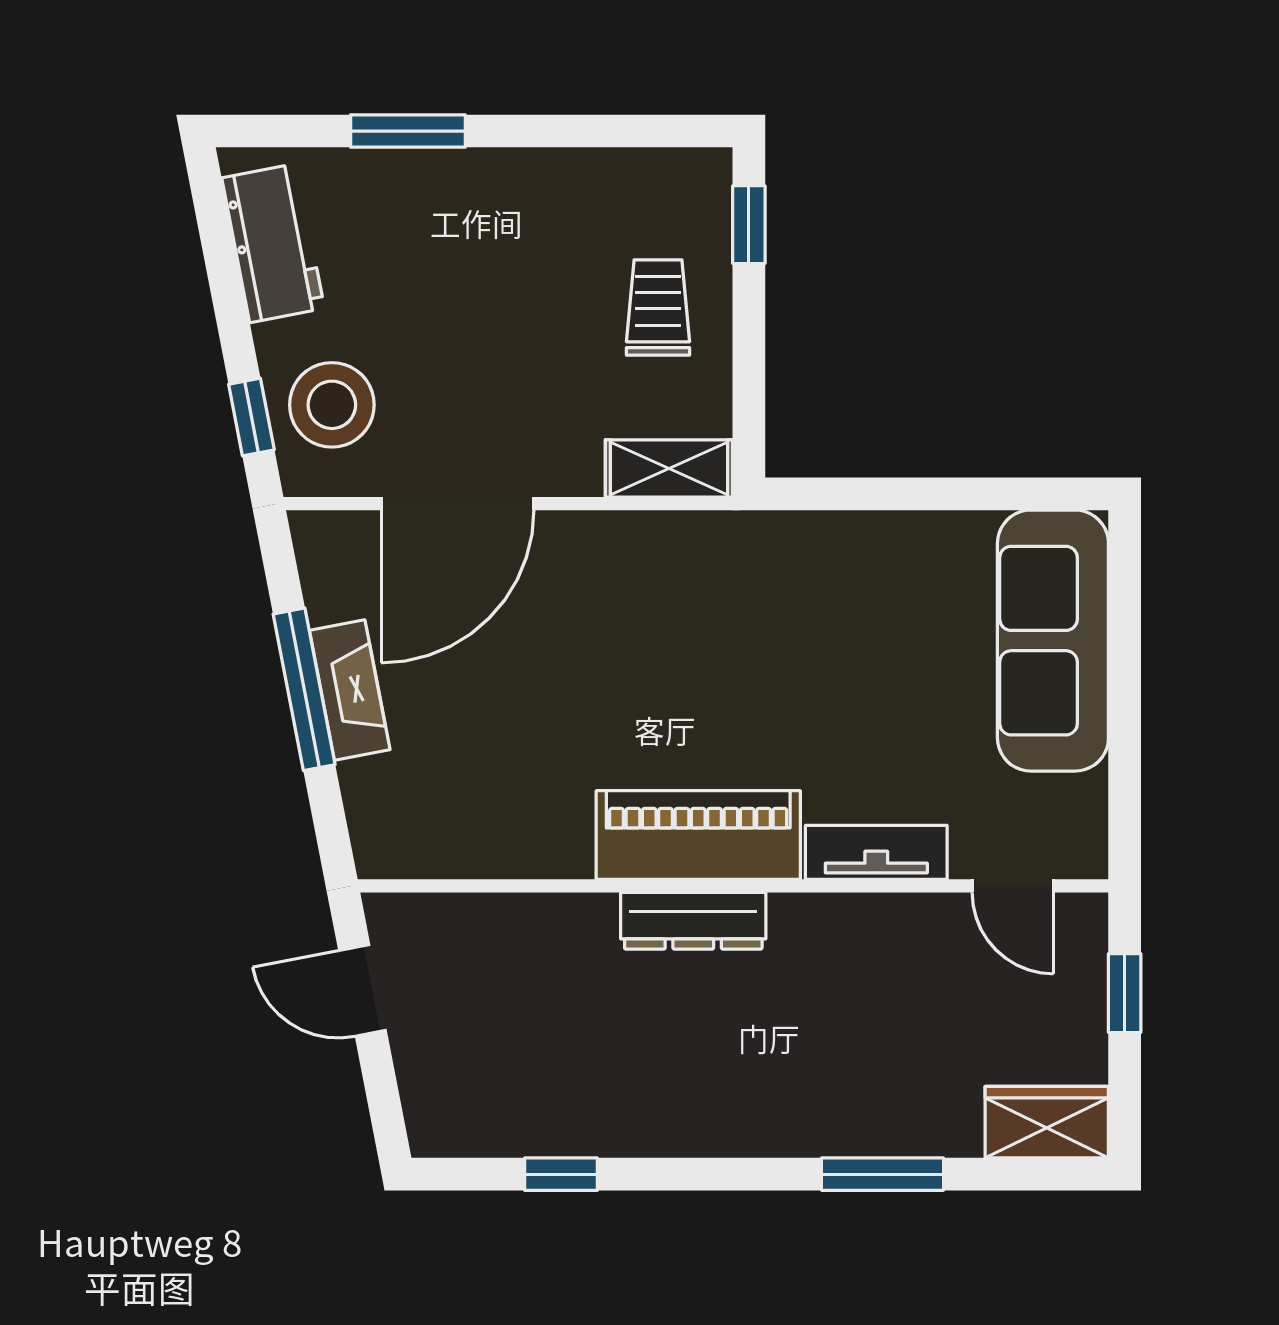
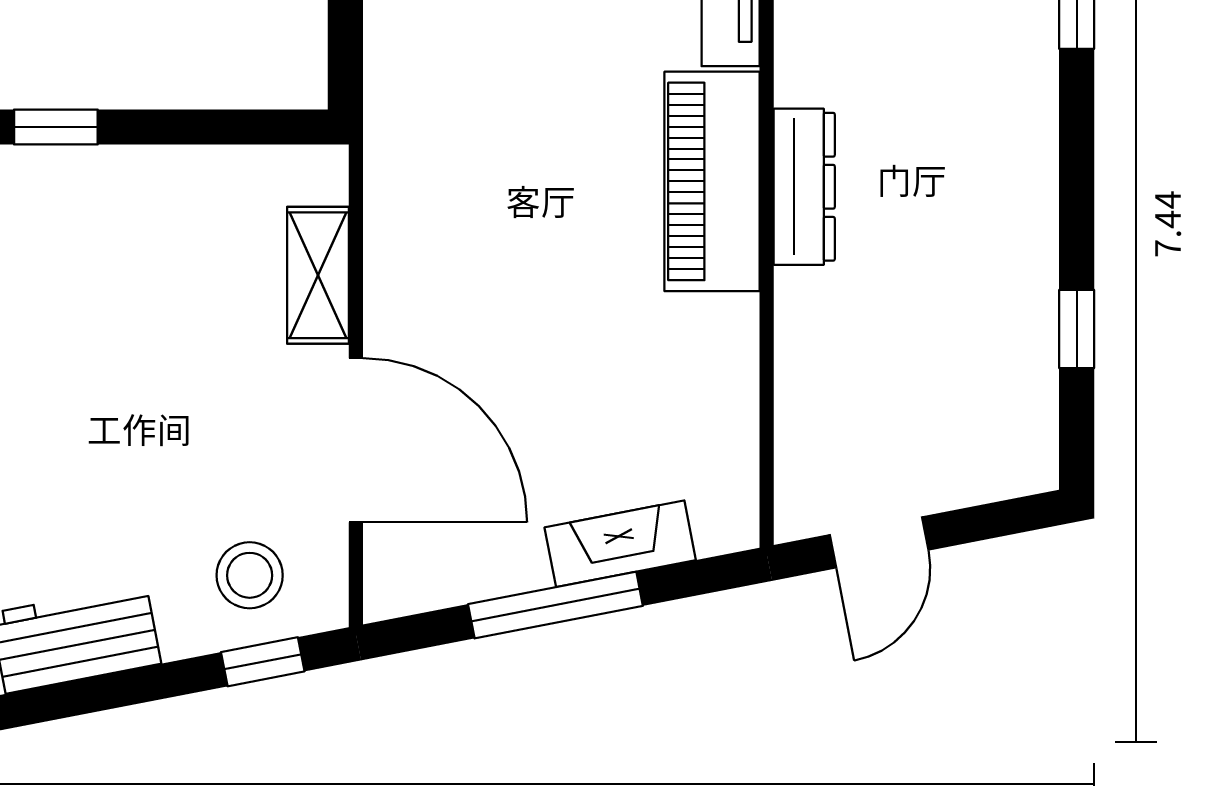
trolley: (658, 307) -> (145, 225), removed
stool: (332, 405) -> (250, 575), width x0.73, depth x0.73
shelving: (669, 468) -> (318, 275), moved
fireplace: (350, 690) -> (620, 544), moved

